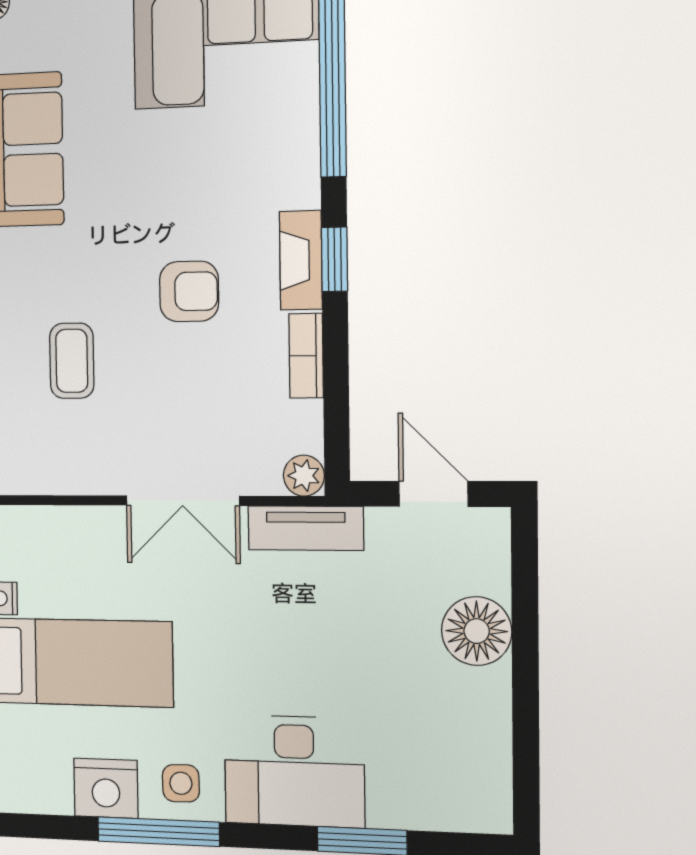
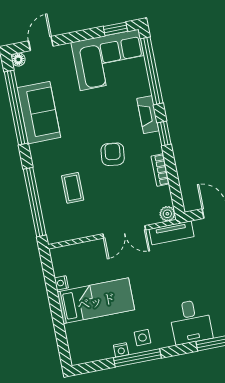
fireplace: (301, 260) -> (148, 115), moved
armchair: (189, 291) -> (113, 154), turned -83
desk: (294, 771) -> (191, 322), width x0.73
nightstand: (106, 788) -> (121, 350), width x0.53, depth x0.56

